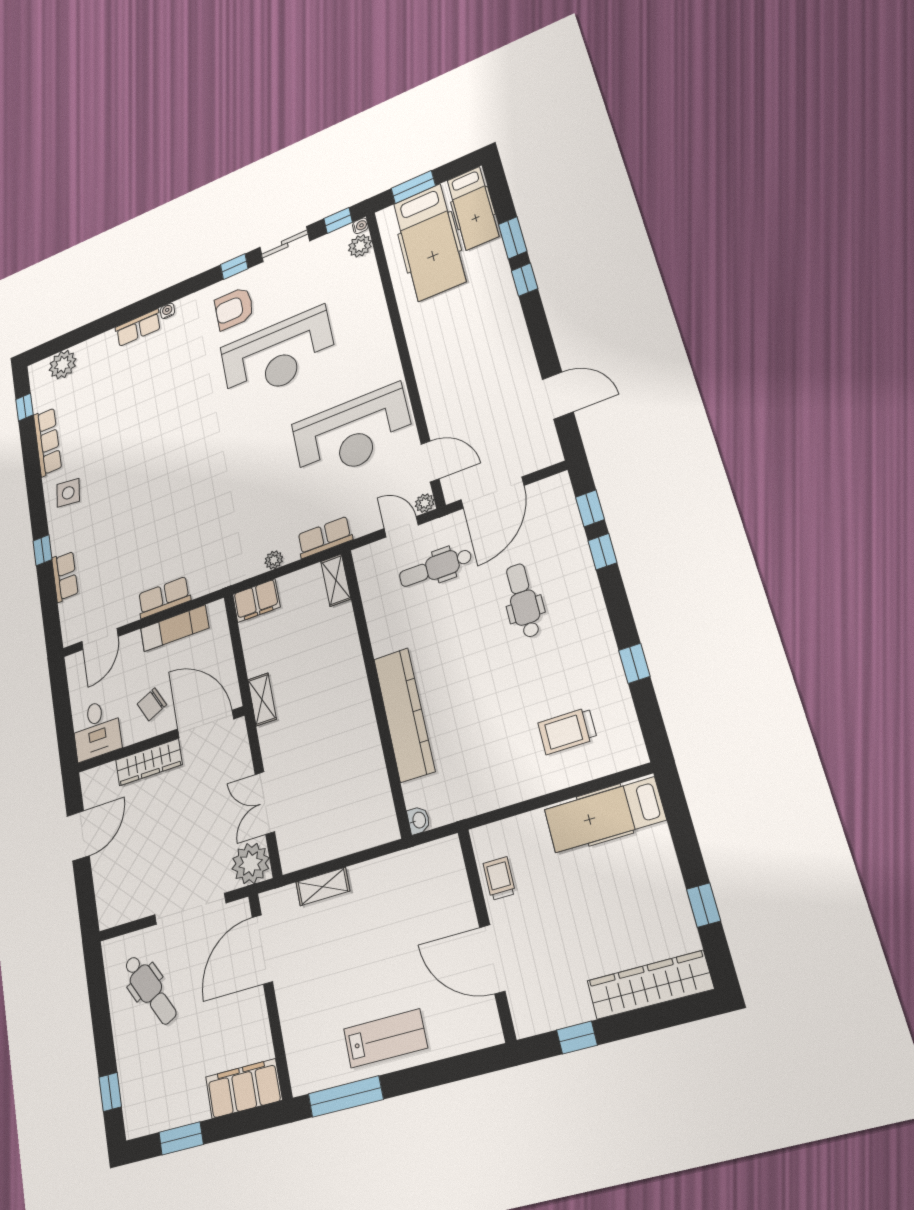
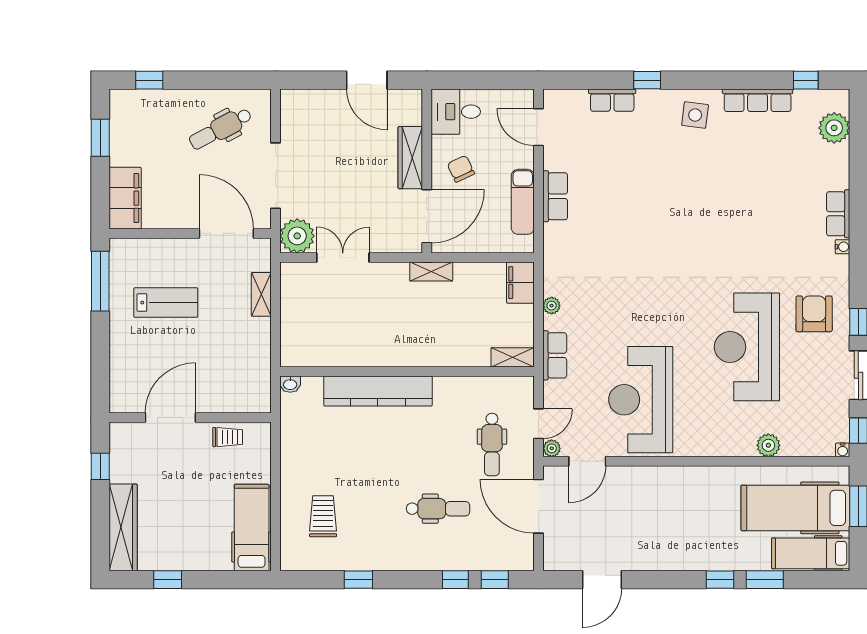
plant: (360, 246) -> (768, 445), moved
dental chair: (435, 568) -> (492, 444), turned 180
lab bench: (385, 1038) -> (166, 303), moved, turned -90

